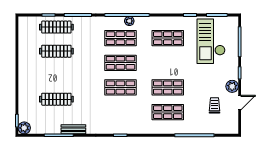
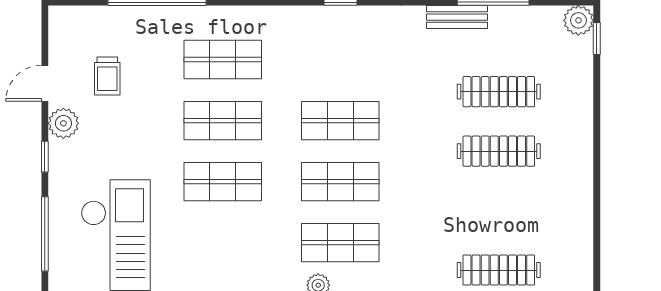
shop shelf: (168, 38) -> (223, 182), moved
clothes rail: (56, 51) -> (499, 151), moved

